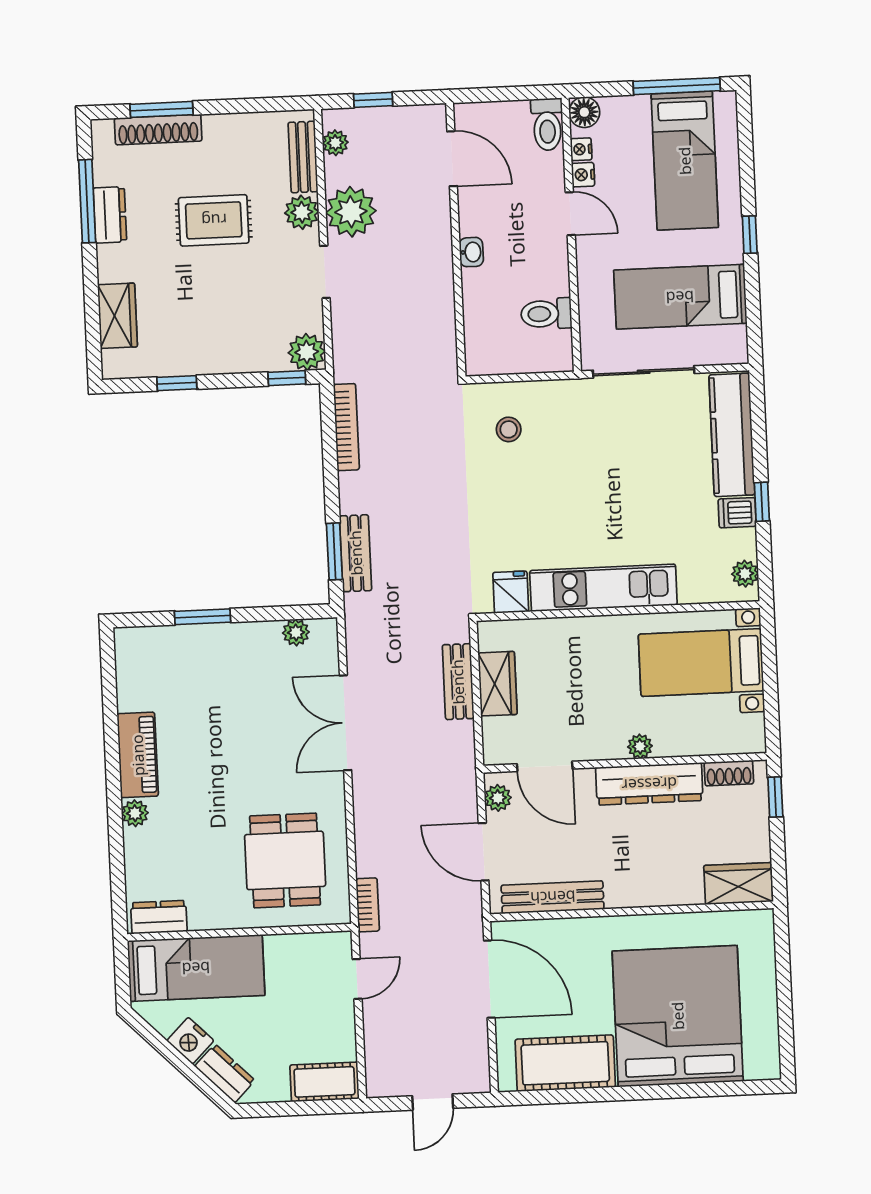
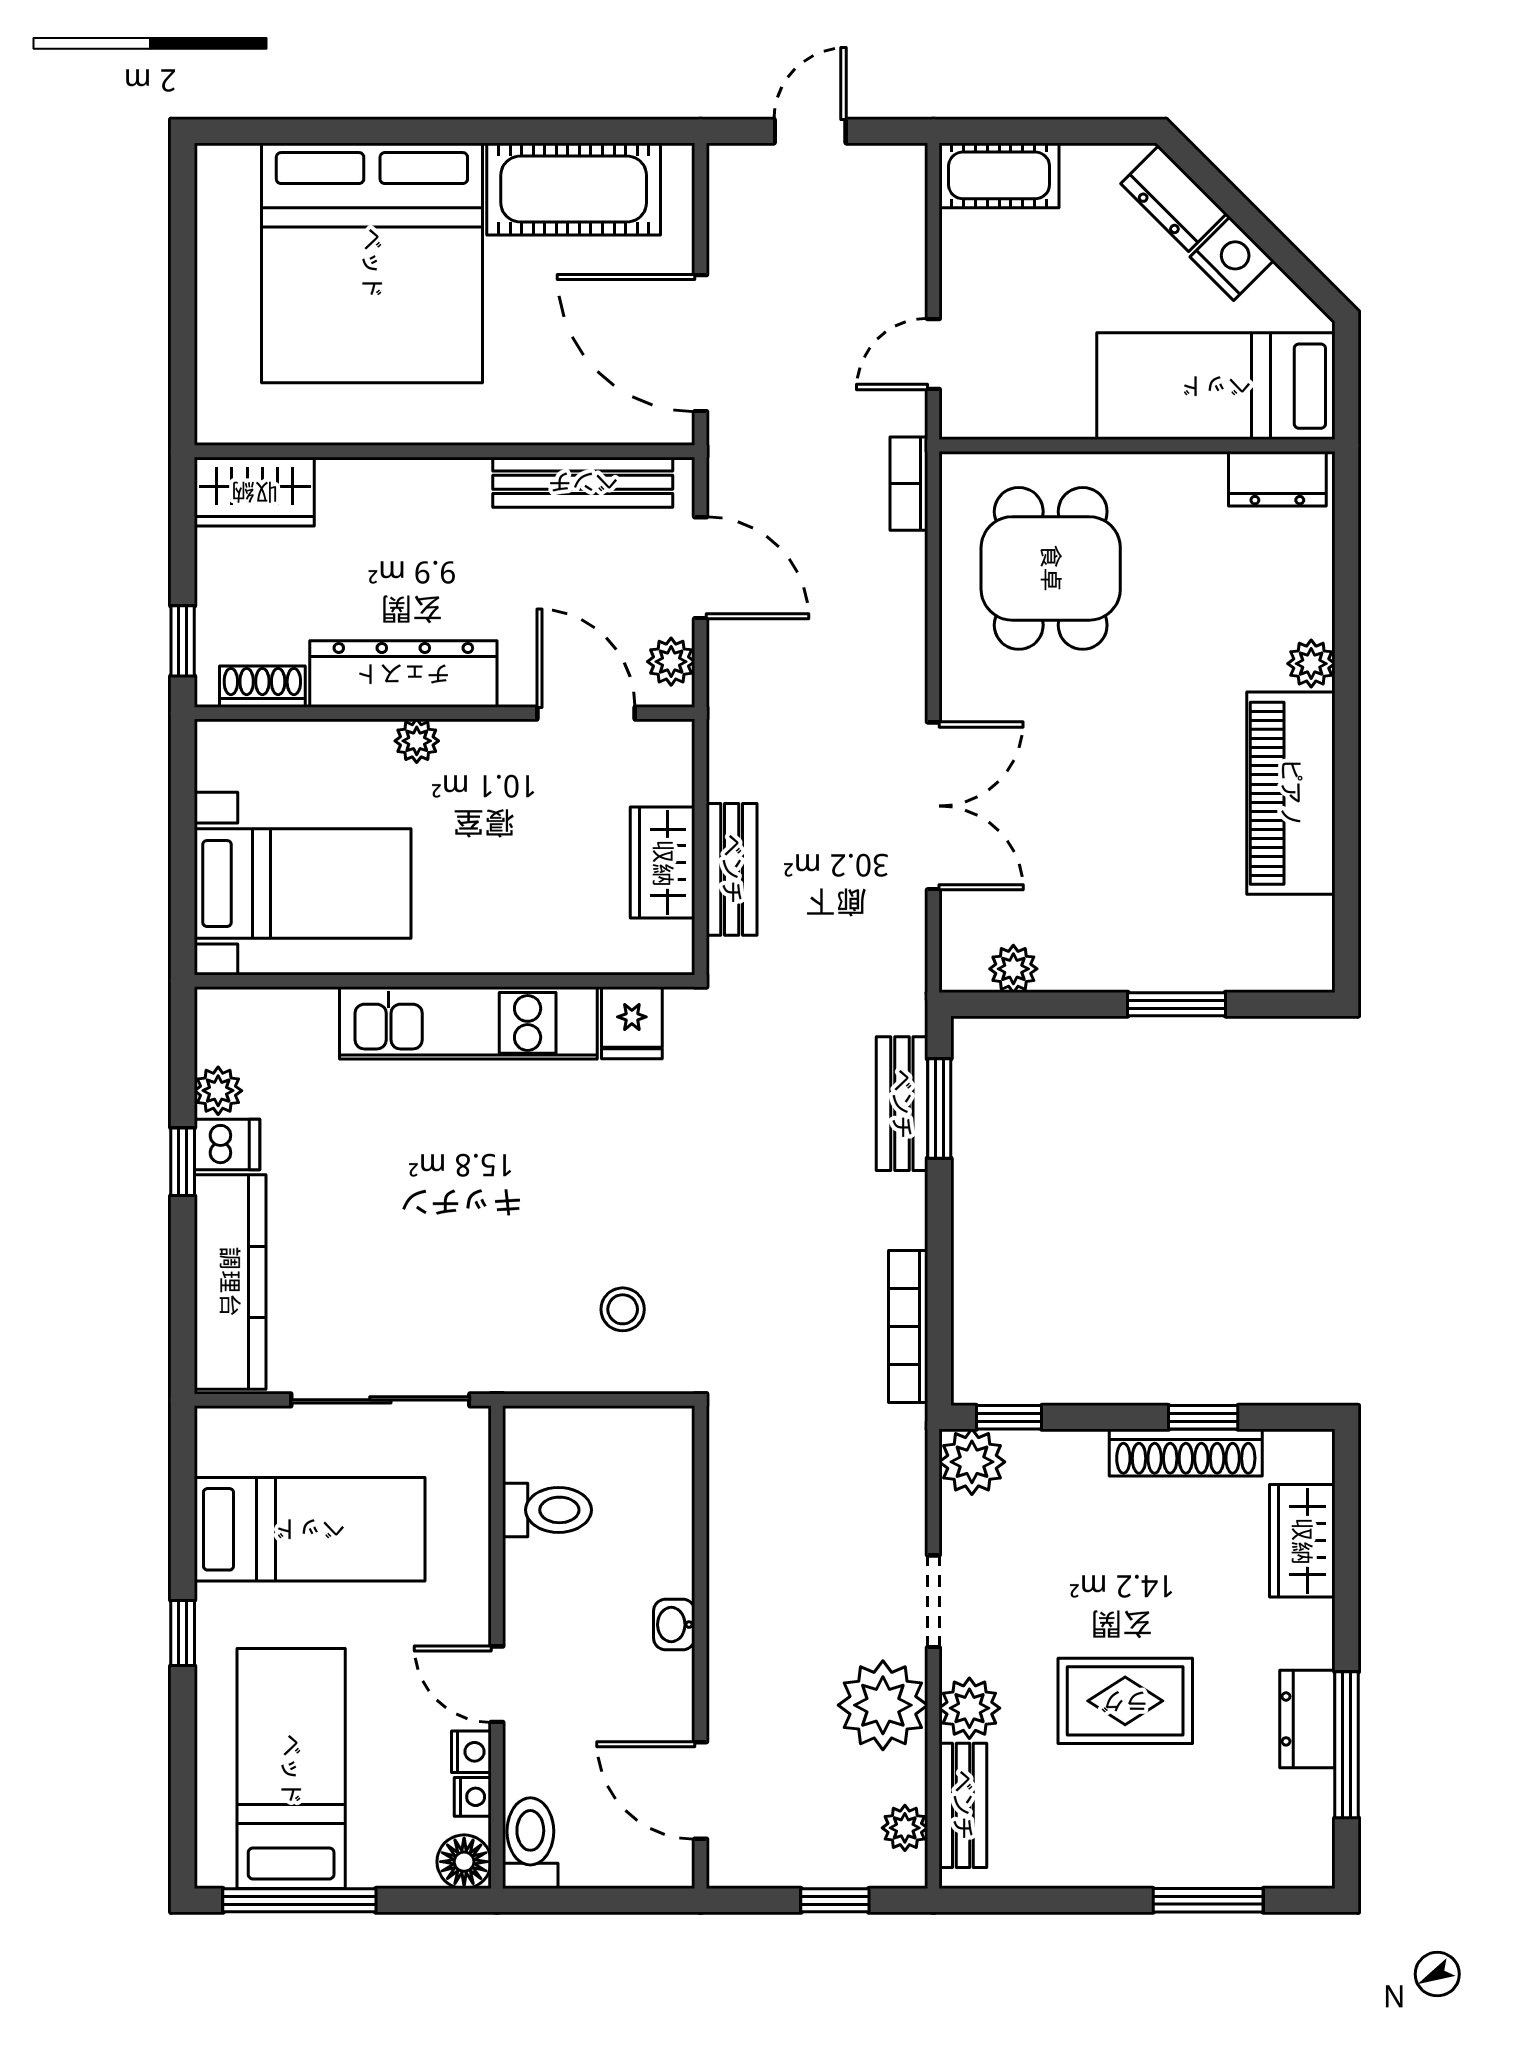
shoe rack: (158, 130) -> (1186, 1453), moved, turned 180
plant: (745, 574) -> (218, 1091), moved
piano: (138, 755) -> (1291, 793), width x1.37, depth x1.33

